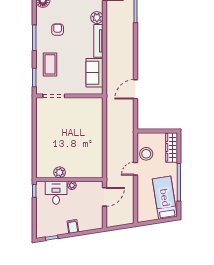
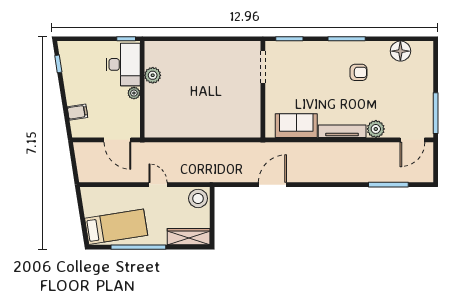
coffee table: (50, 64) -> (308, 62), removed
door: (135, 89) -> (272, 185), hinge flipped
stool: (146, 154) -> (198, 198), moved
desk: (56, 193) -> (123, 64), width x1.37
filing cabinet: (73, 226) -> (78, 112), moved

